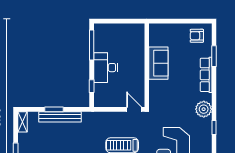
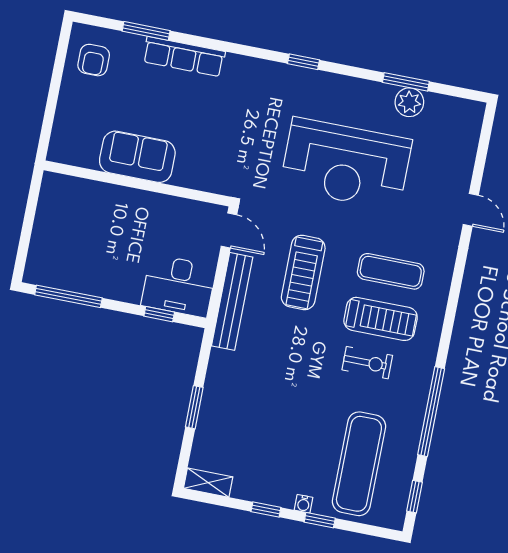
desk: (106, 68) -> (179, 286), moved
door: (134, 109) -> (229, 230), swing flipped
plant: (204, 109) -> (259, 77), removed
bench: (60, 117) -> (232, 301), moved

